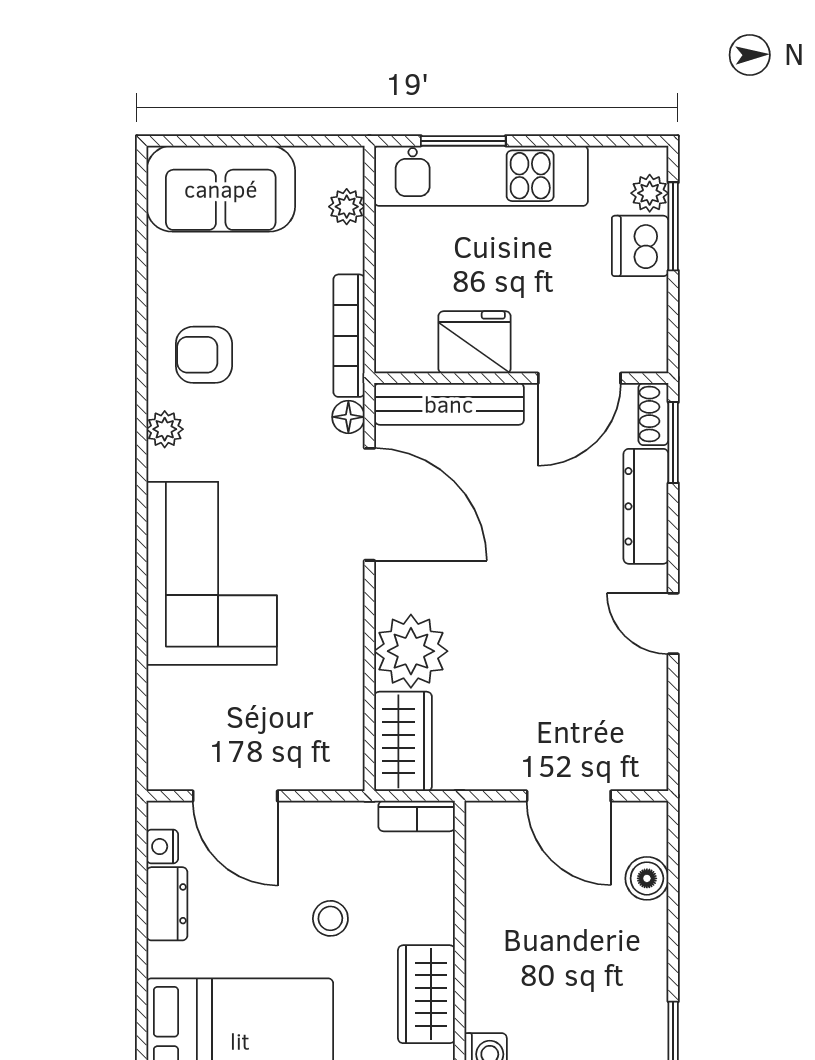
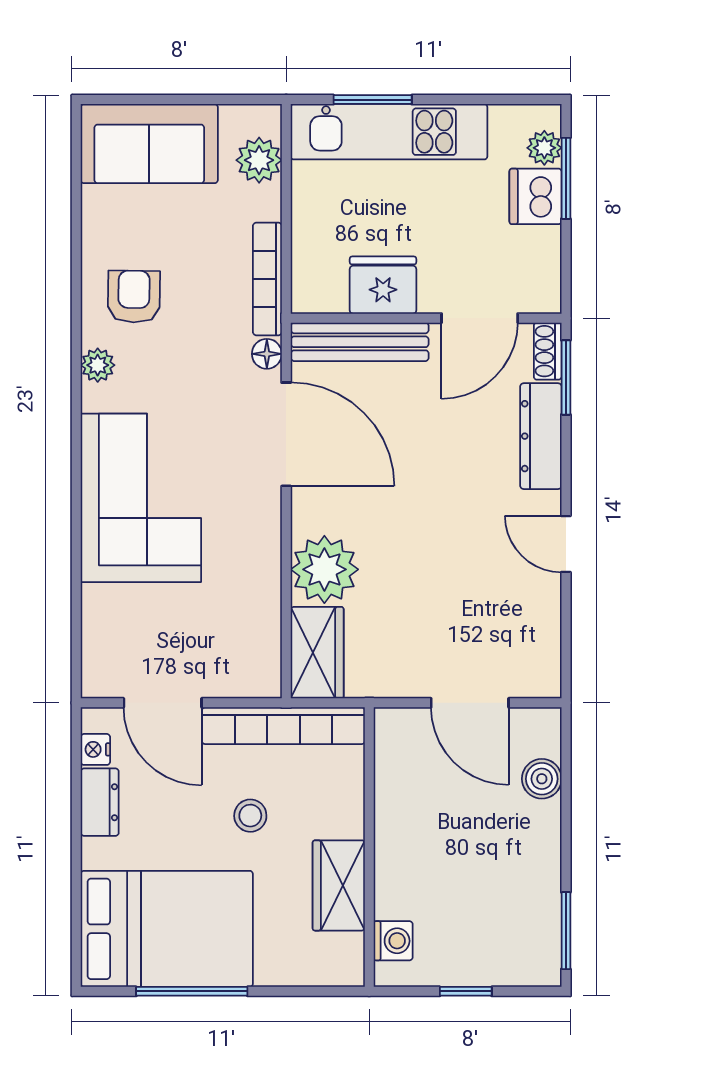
plant: (347, 207) -> (259, 160), width x1.38, depth x1.38
armchair: (204, 355) -> (134, 297), turned 91
bookcase: (417, 816) -> (283, 726), width x2.31, depth x1.31

